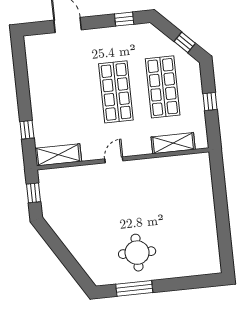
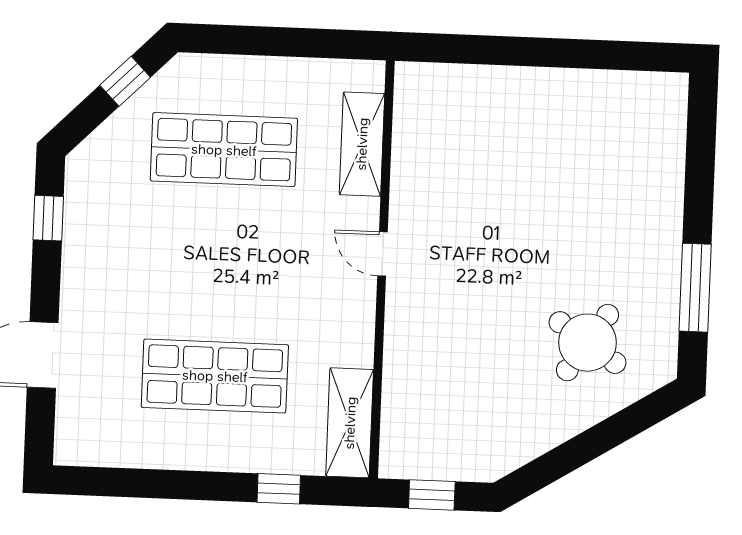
shop shelf: (116, 92) -> (215, 376), moved
window: (210, 102) -> (275, 42), removed
door: (114, 160) -> (382, 254), moved
round table: (137, 253) -> (587, 343), moved, turned 34

